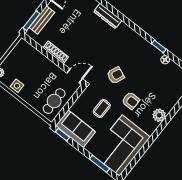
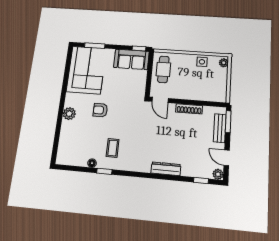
armchair: (116, 75) -> (126, 123), removed
door: (75, 76) -> (160, 100), hinge flipped
coffee table: (102, 109) -> (113, 148), moved

